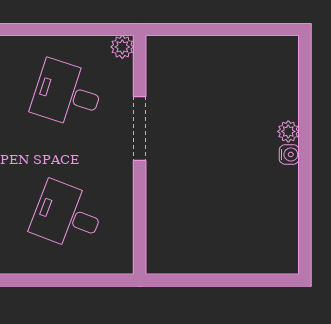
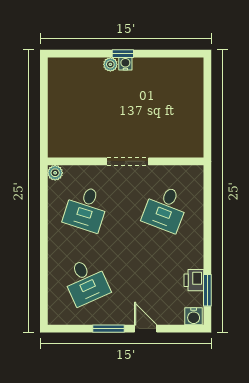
doorway: (140, 129) -> (128, 161), moved
window: (305, 151) -> (123, 54), added

